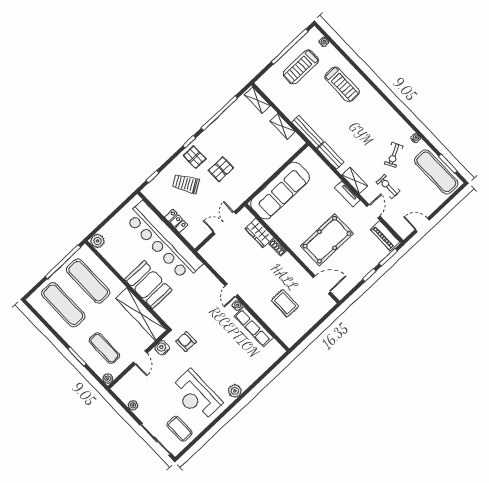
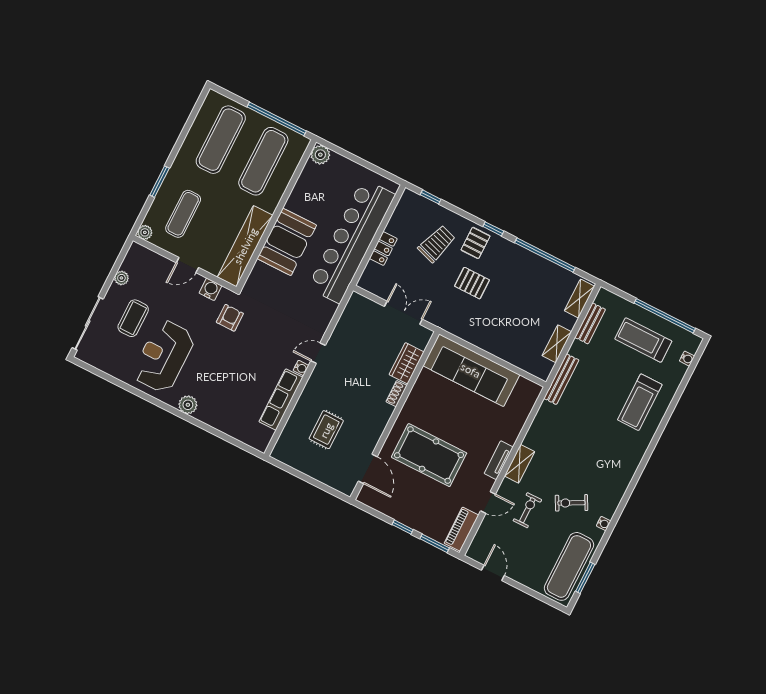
bench: (331, 156) -> (590, 323), moved
trolley: (186, 184) -> (437, 244), turned 50
coffee table: (180, 429) -> (133, 318), moved

